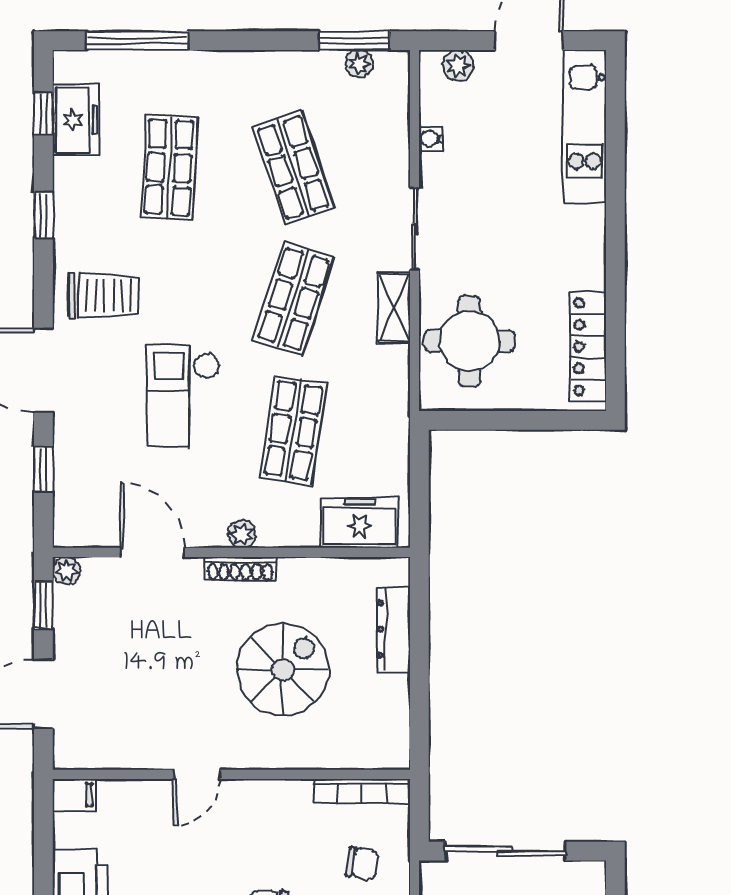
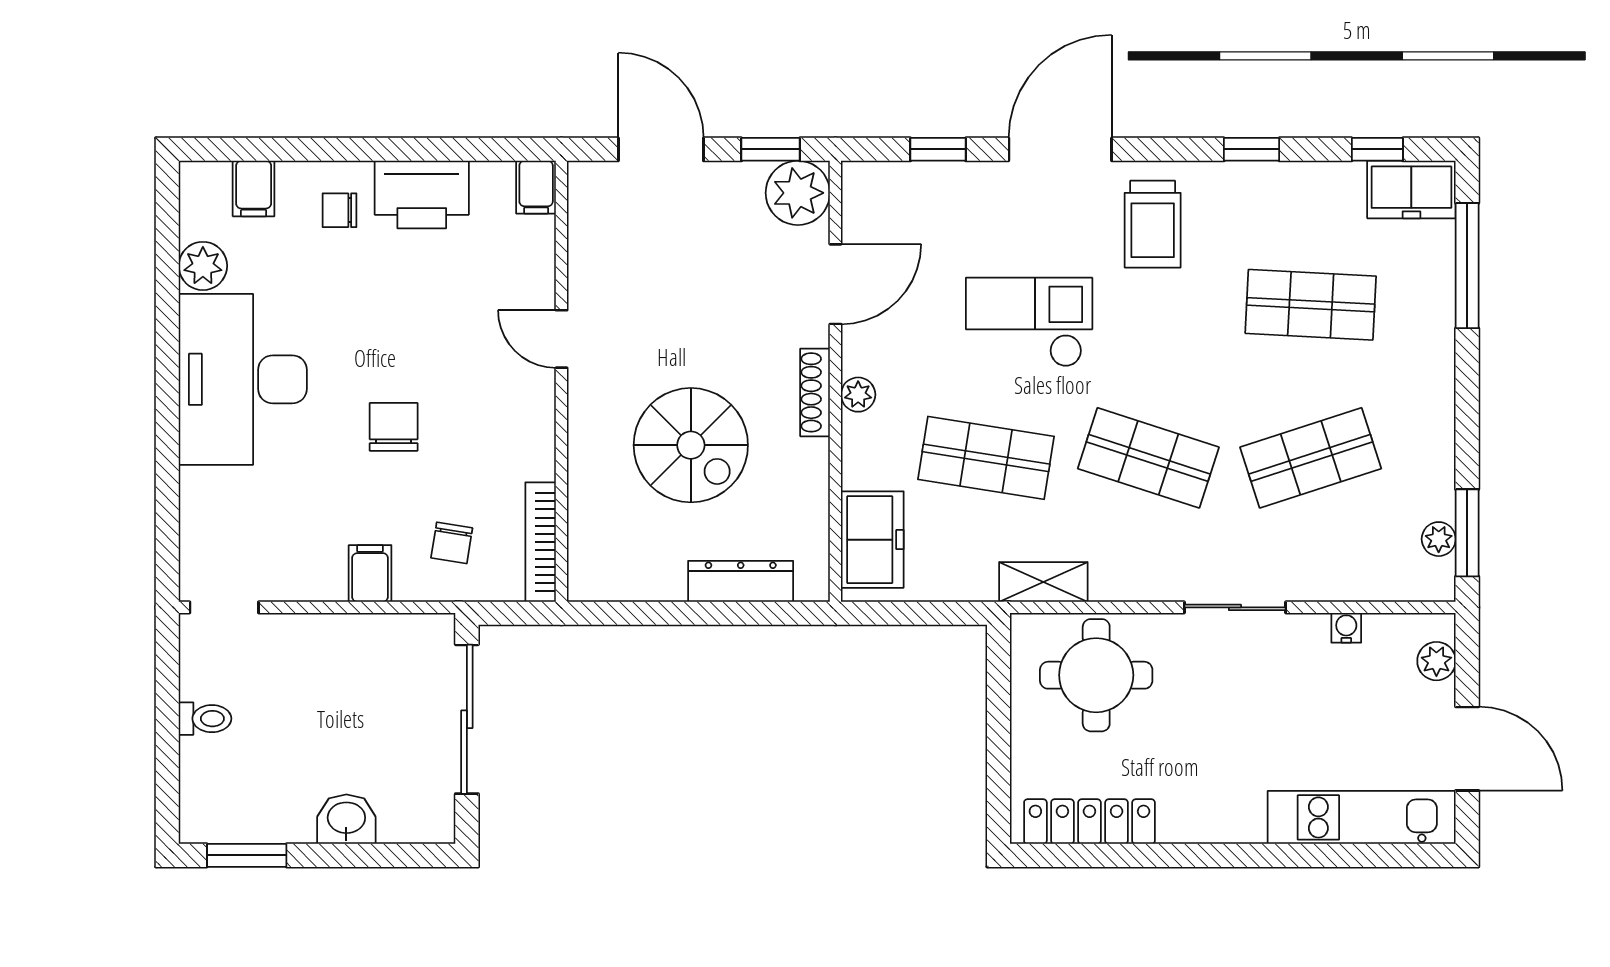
freezer: (76, 120) -> (1411, 189), moved
shelving: (394, 308) -> (1043, 582), moved
plant: (66, 571) -> (798, 193), width x1.88, depth x1.88

